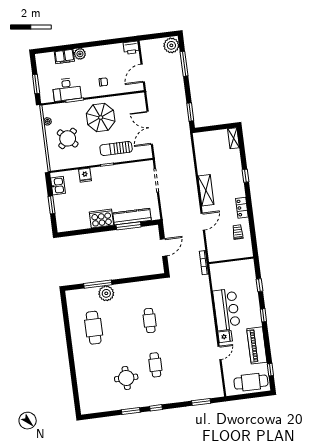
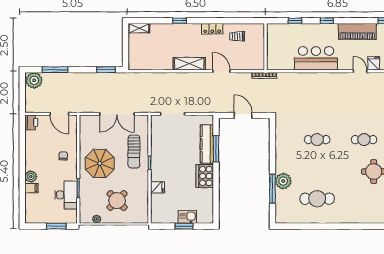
filing cabinet: (64, 56) -> (31, 188), width x0.50
kitchen sink: (58, 186) -> (187, 217), moved
fridge: (225, 337) -> (374, 63), moved

